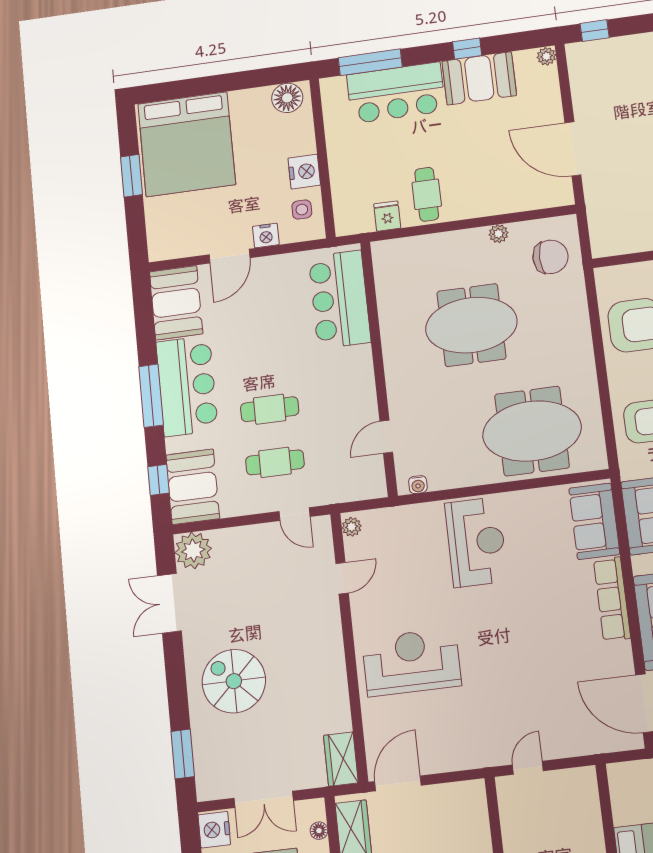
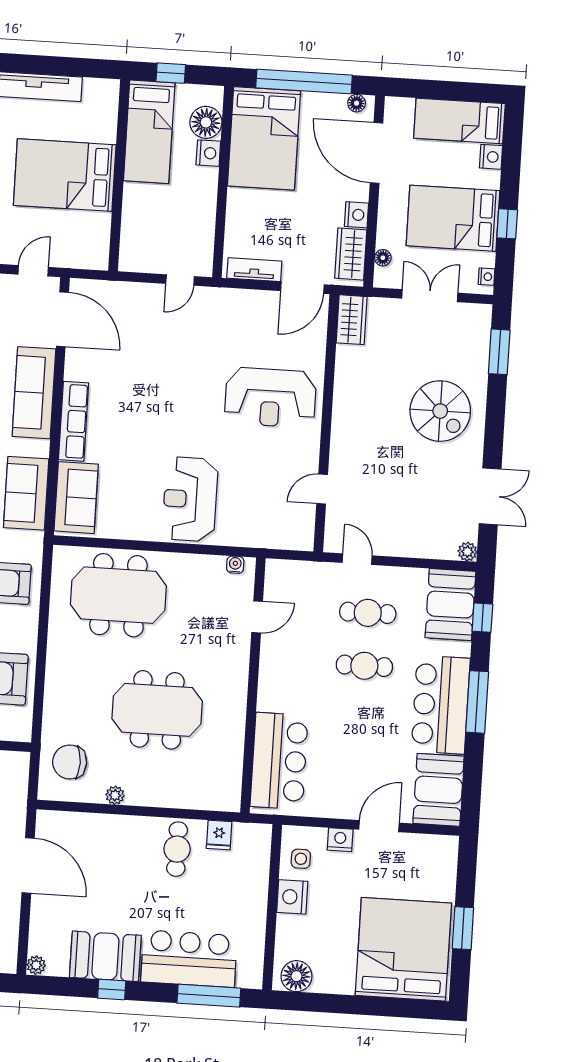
plant: (352, 527) -> (305, 536), removed
plant: (193, 551) -> (467, 552), width x0.53, depth x0.53
tv unit: (452, 793) -> (254, 270), added
nightstand: (214, 830) -> (487, 277), width x0.53, depth x0.56

